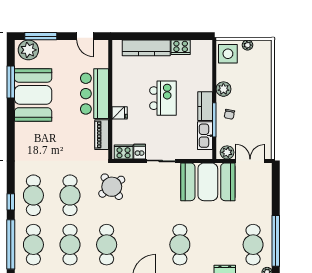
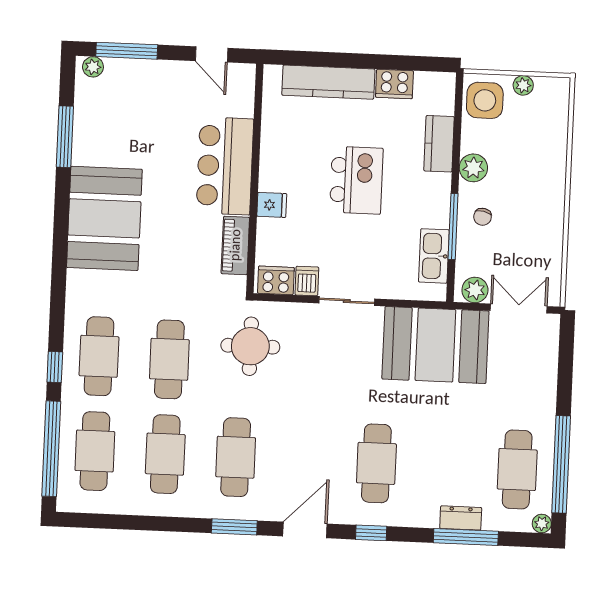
plant: (28, 50) -> (93, 67), width x0.53, depth x0.53
booth: (33, 95) -> (104, 218), moved
kitchen counter: (205, 106) -> (439, 144), moved
round table: (112, 187) -> (250, 346), turned 37

